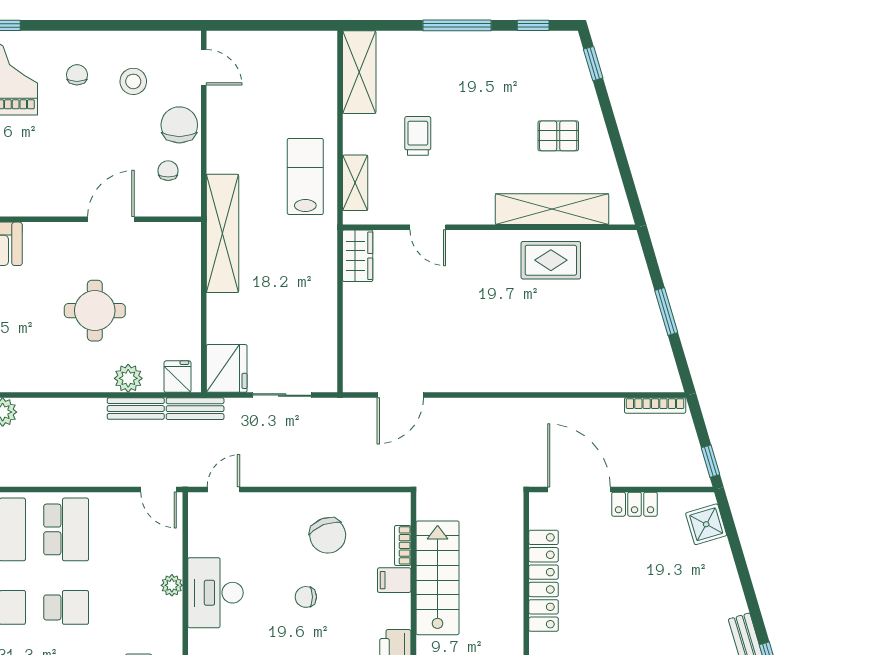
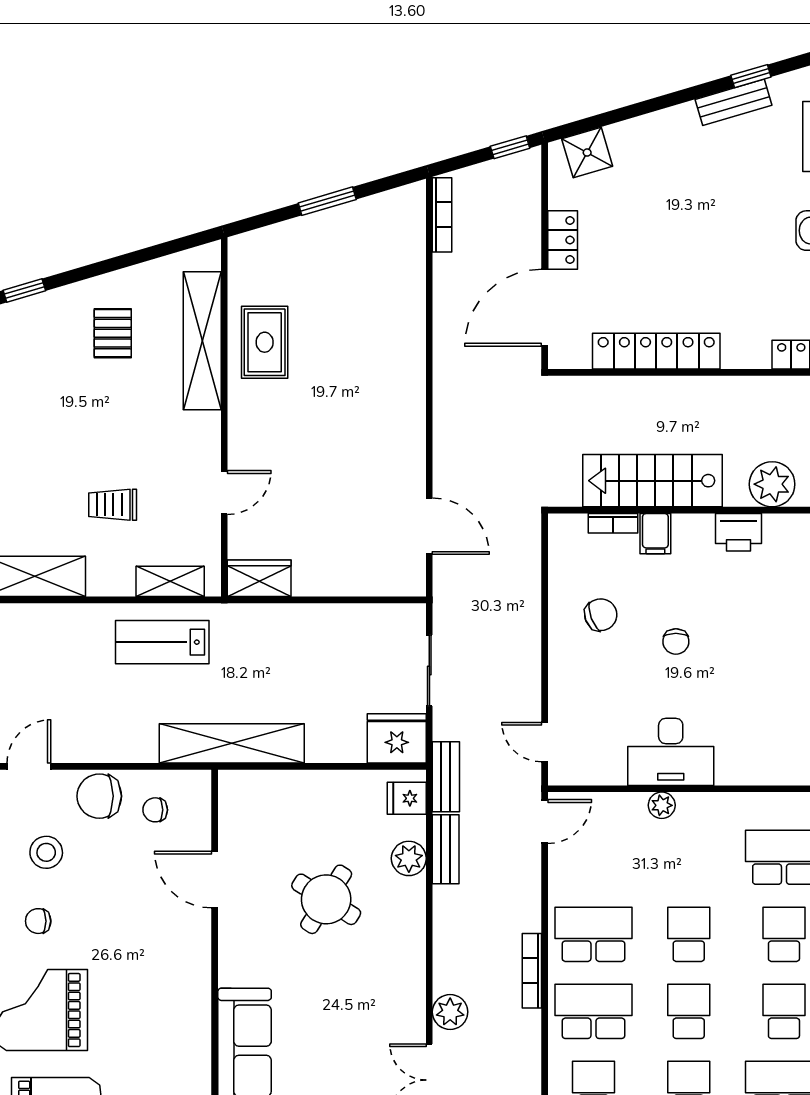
round table: (95, 311) -> (326, 899), turned 32
bookcase: (36, 479) -> (532, 971), added
chair: (328, 535) -> (601, 615), width x0.73, depth x0.73

